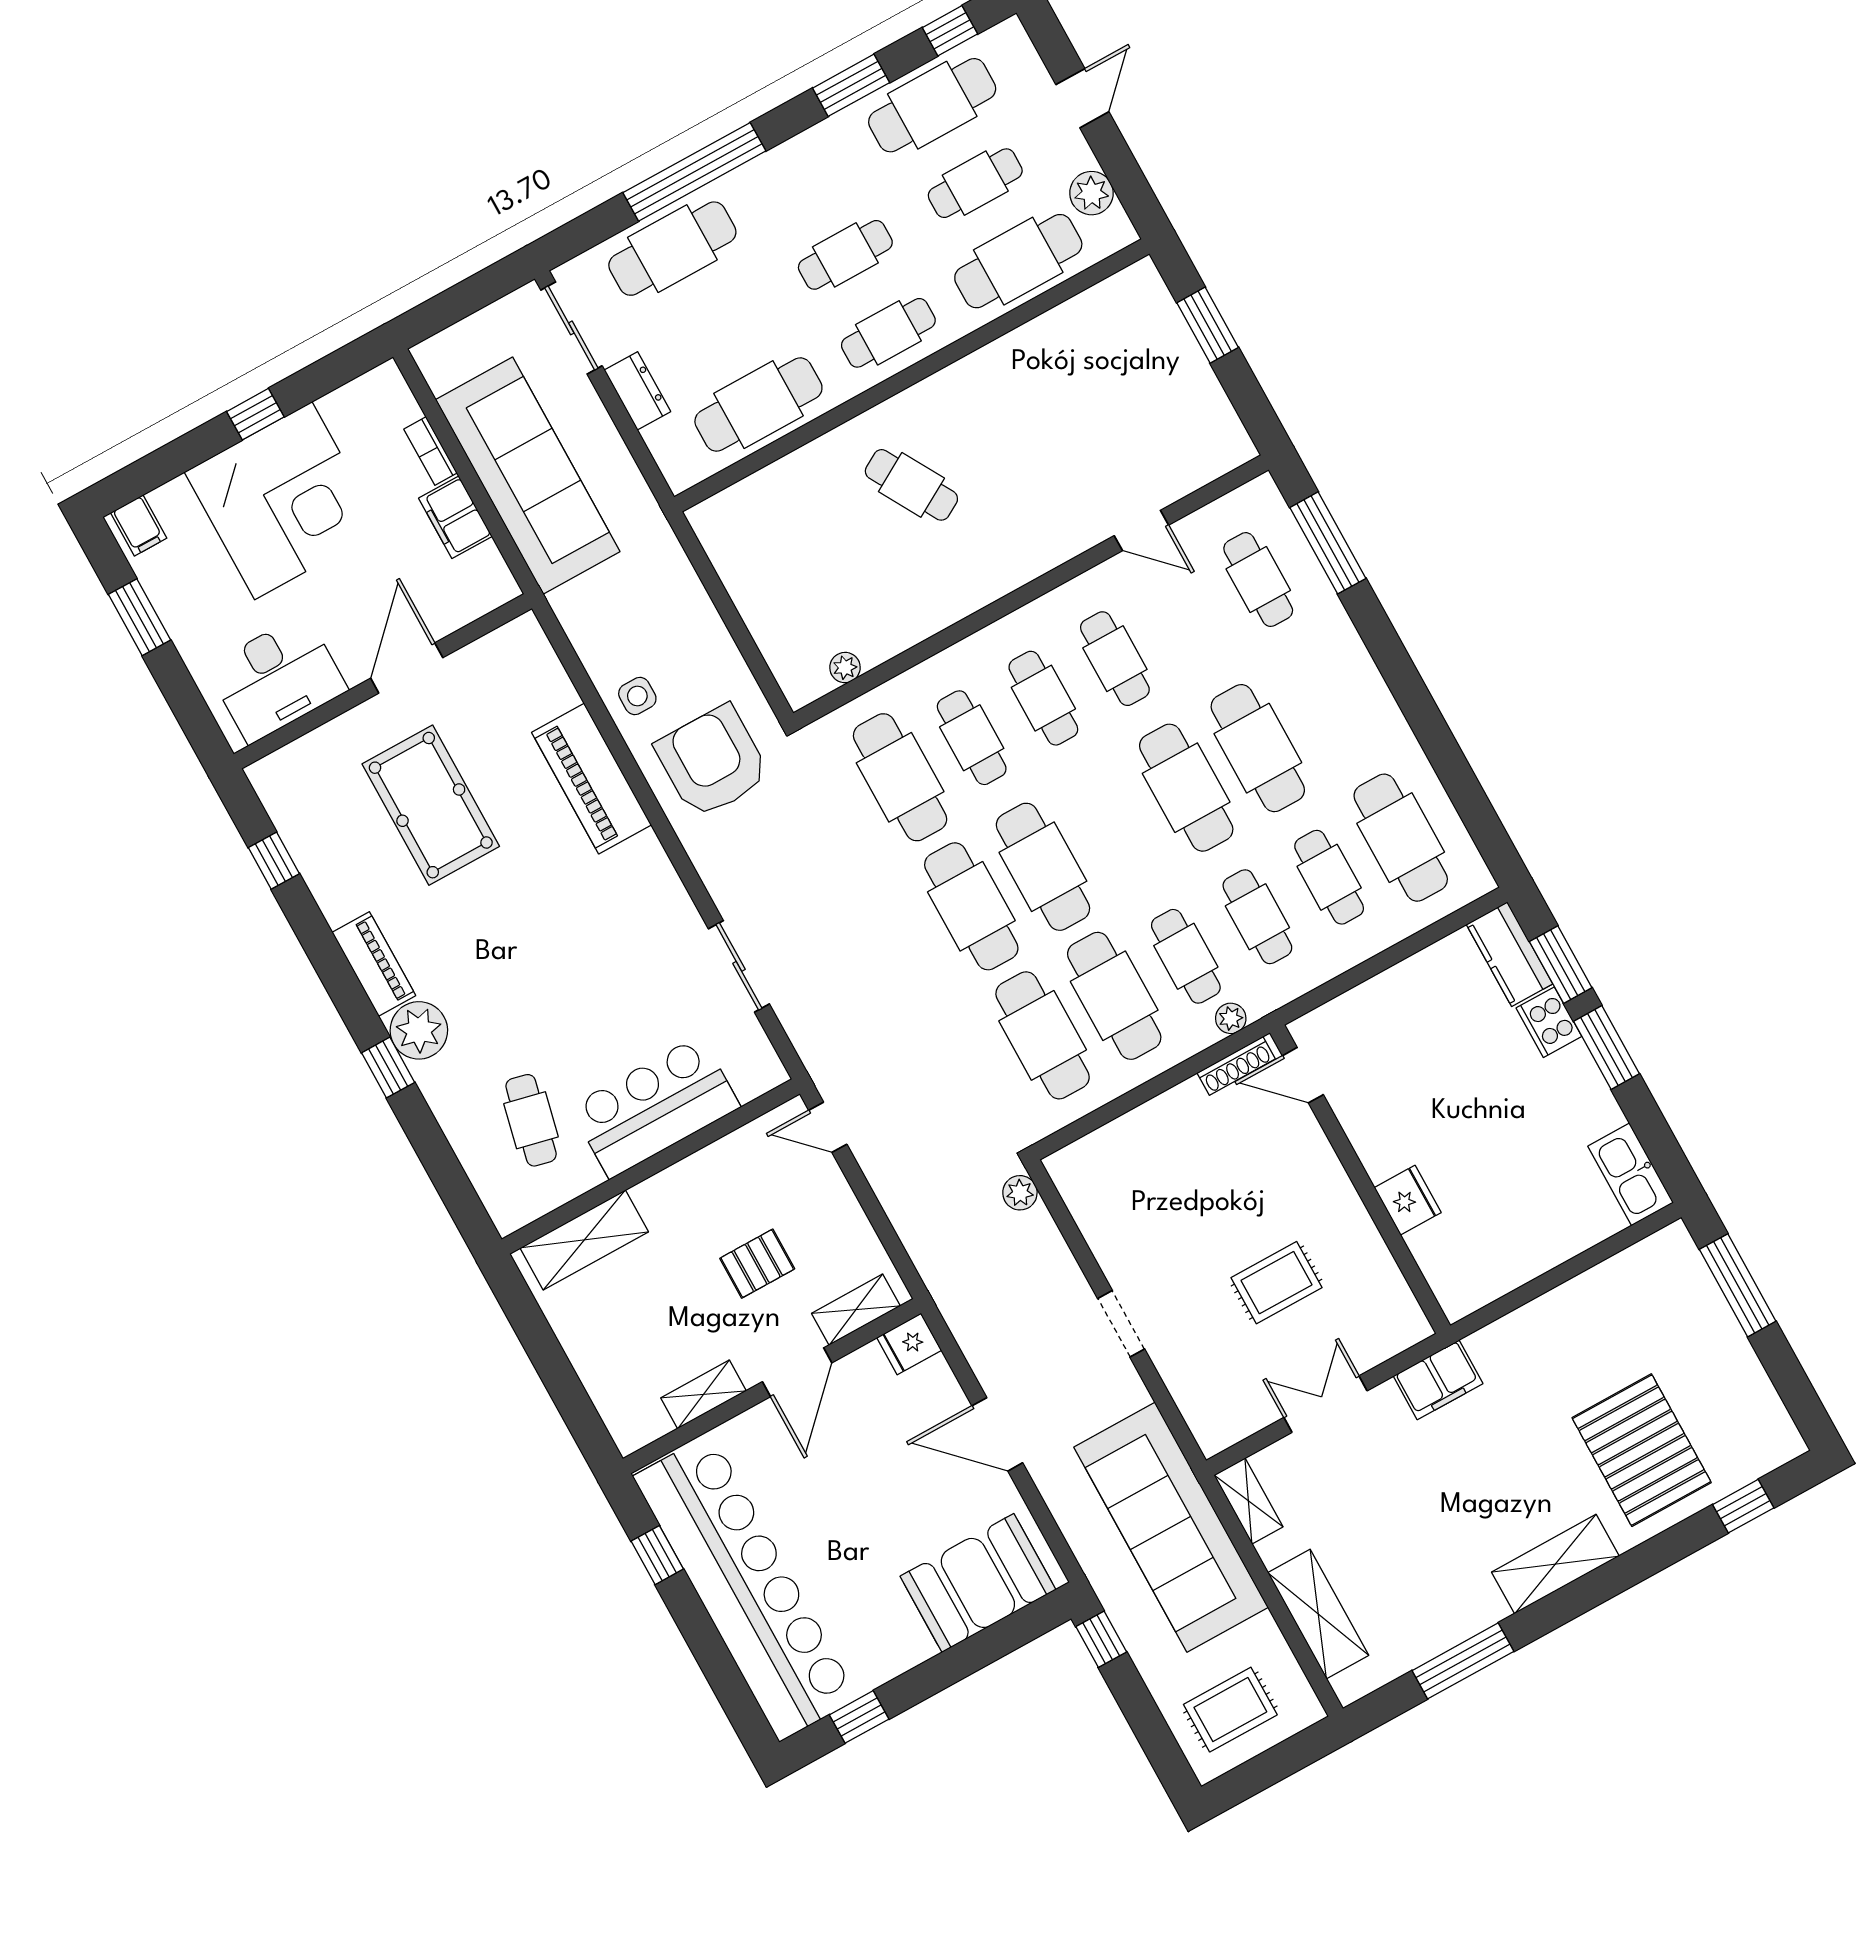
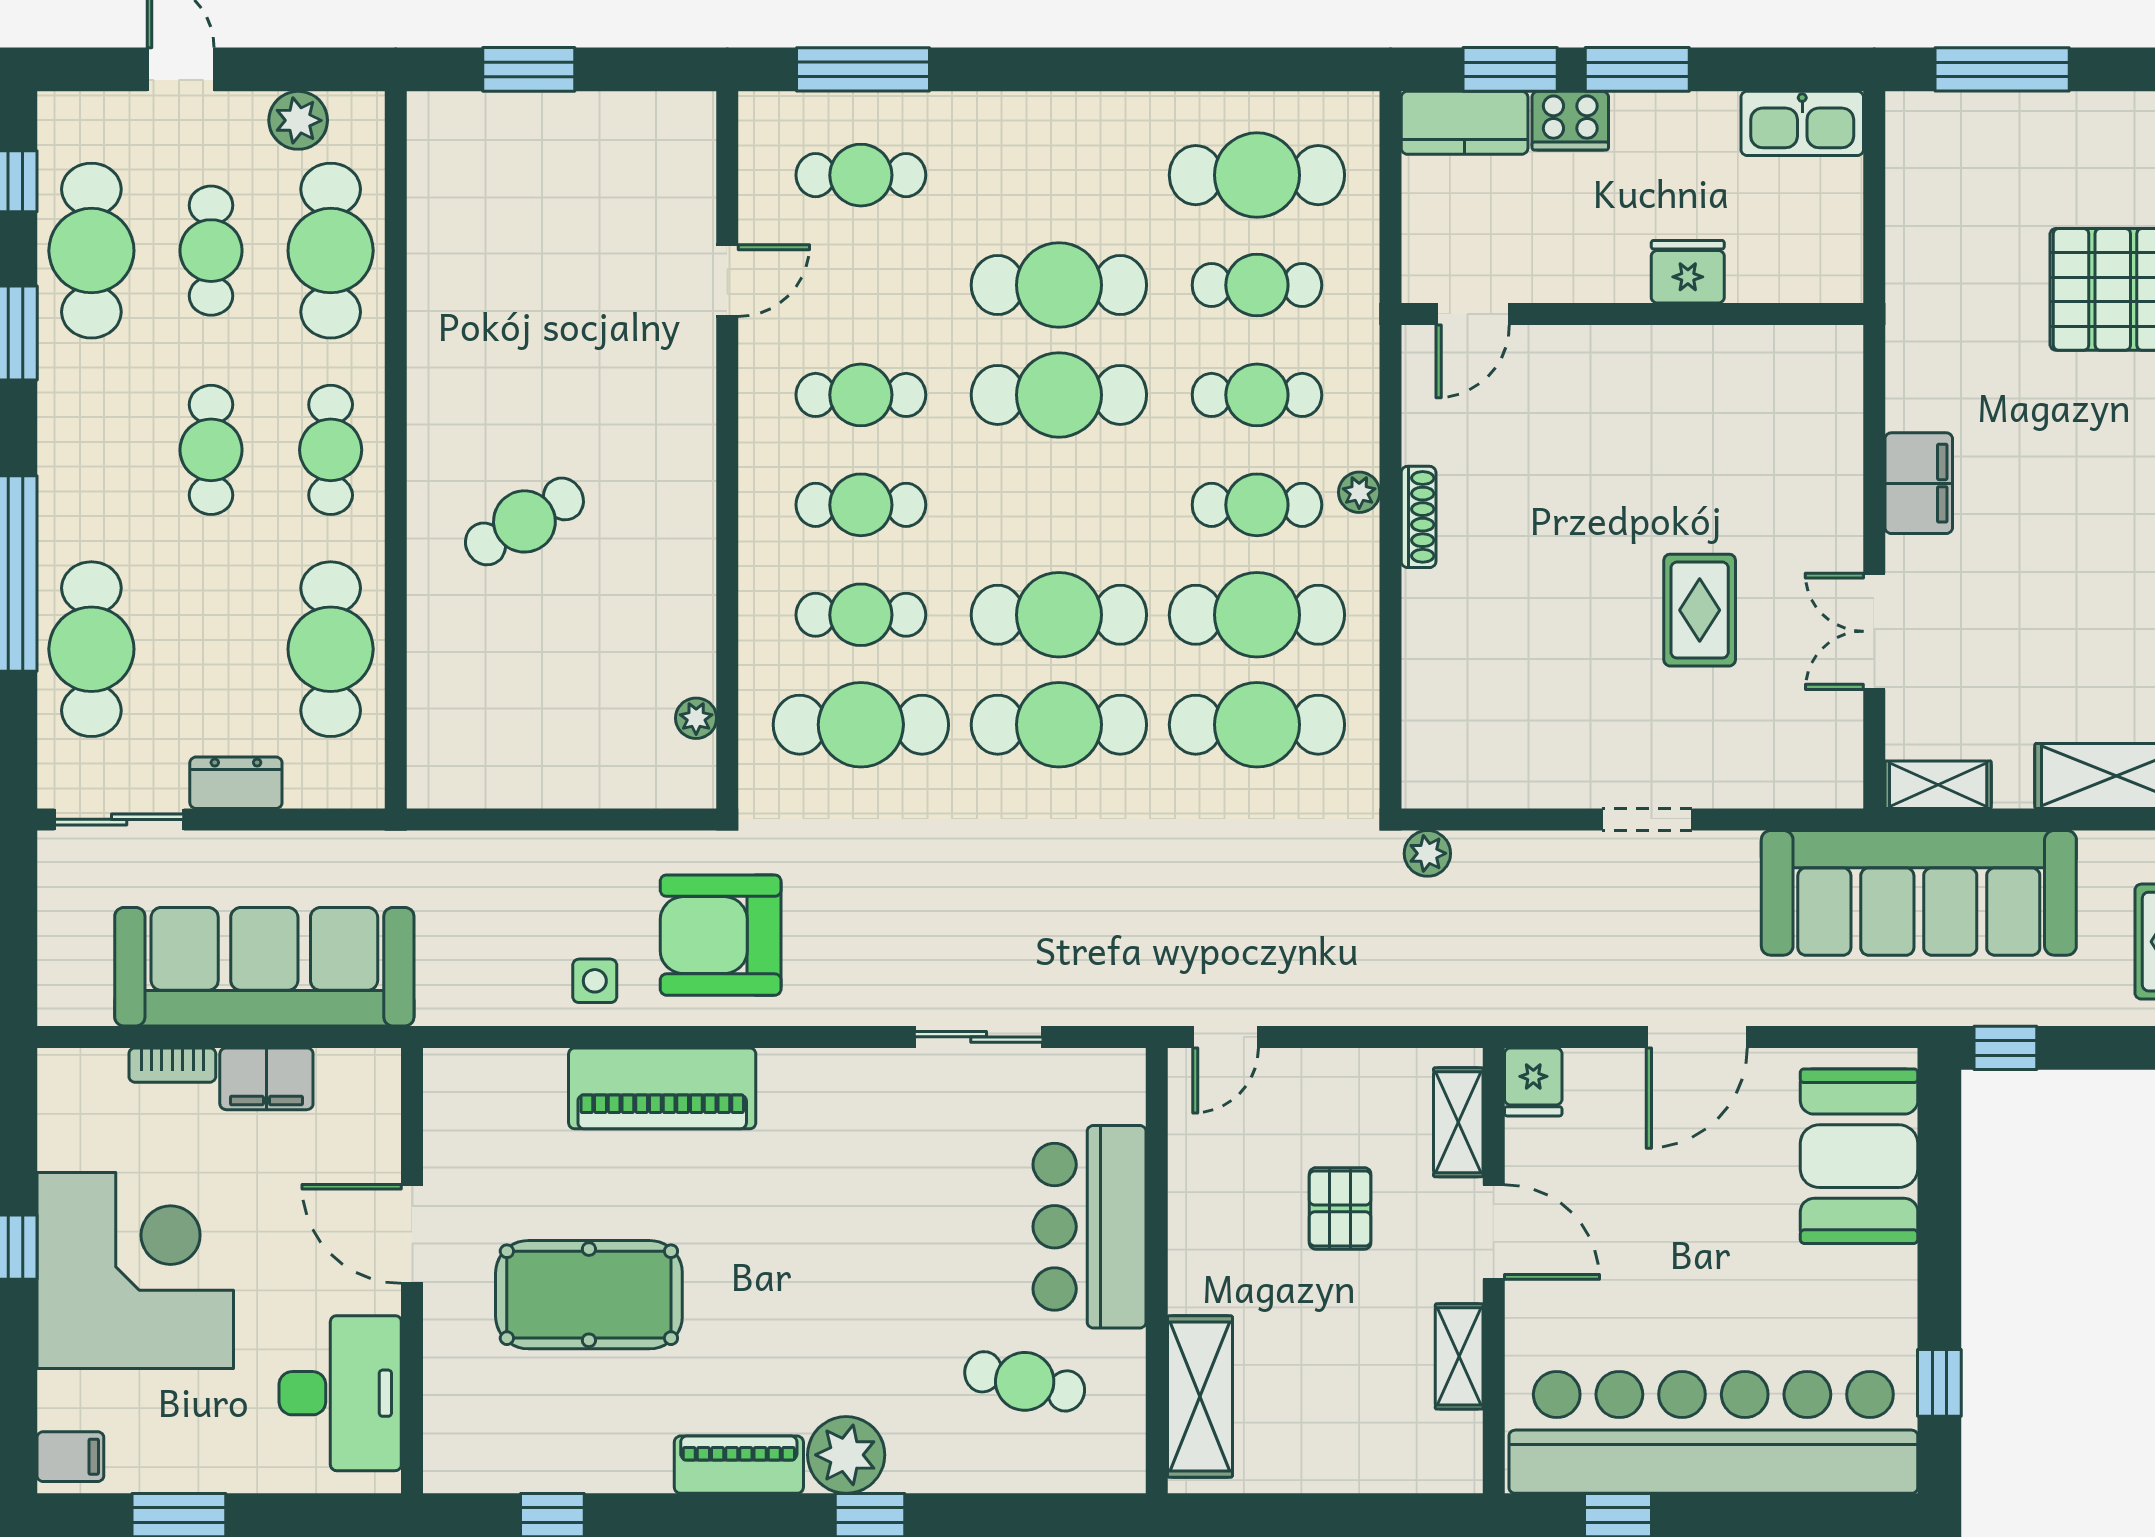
door: (1303, 1075) -> (1473, 314), moved
wall: (1360, 1179) -> (1632, 314), moved
fridge: (1408, 1200) -> (1688, 272), moved

